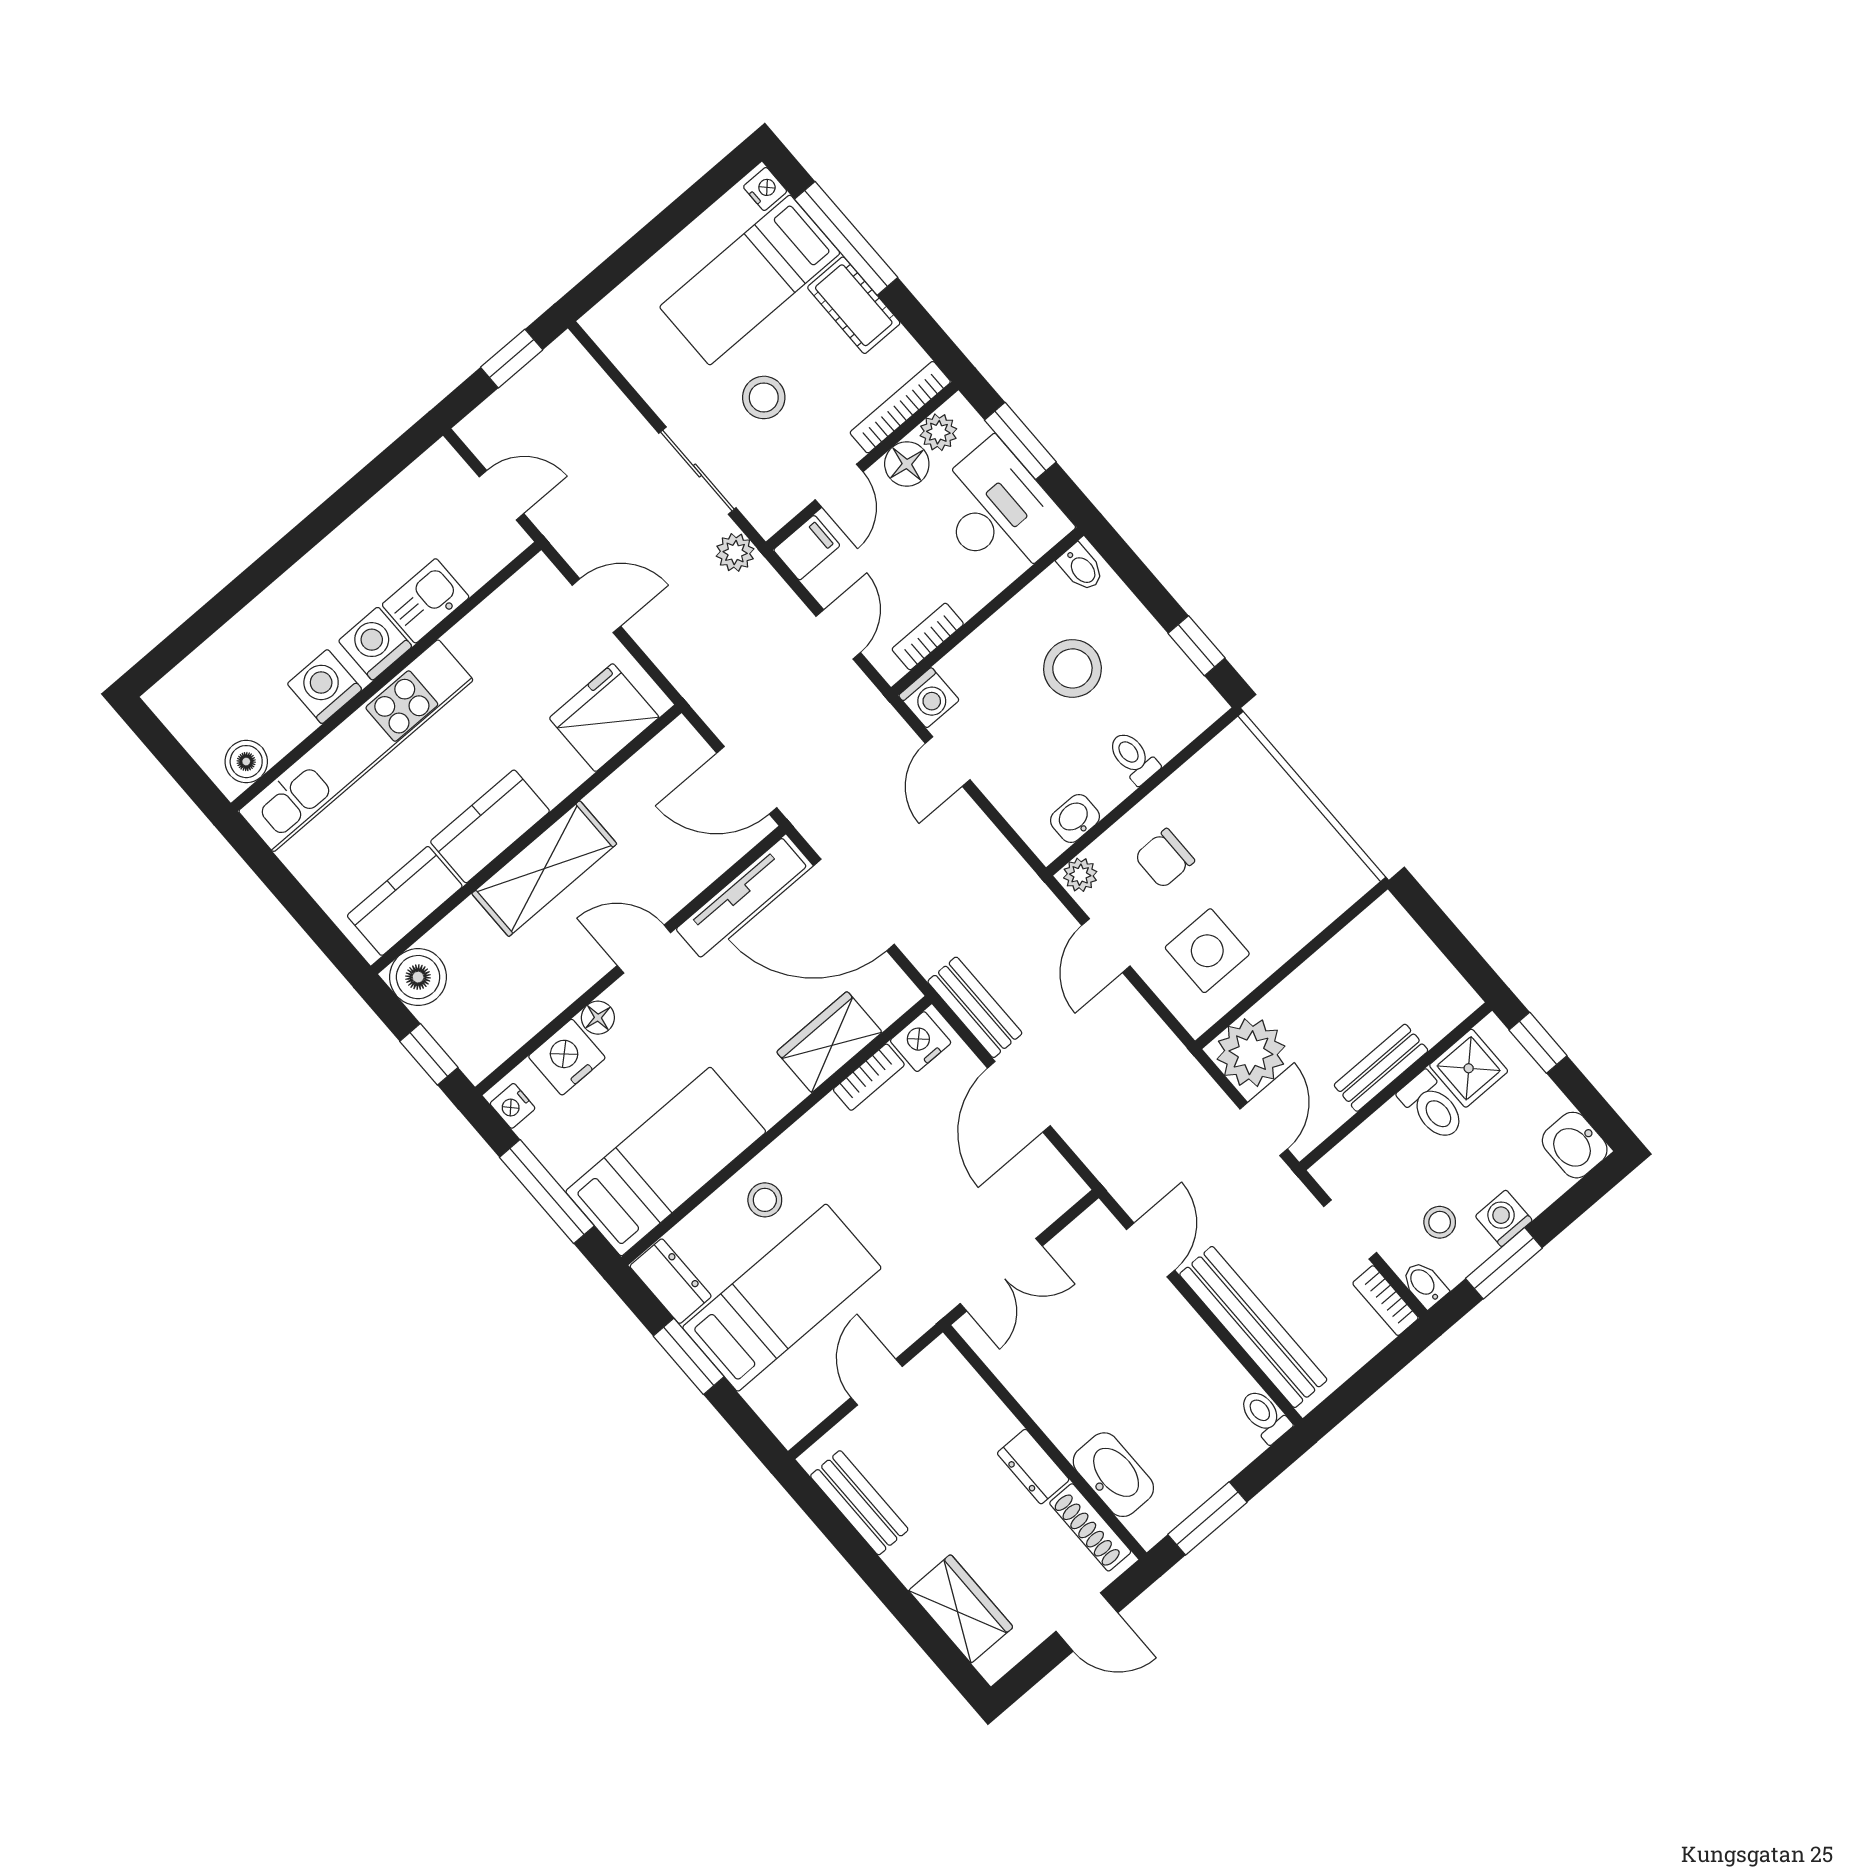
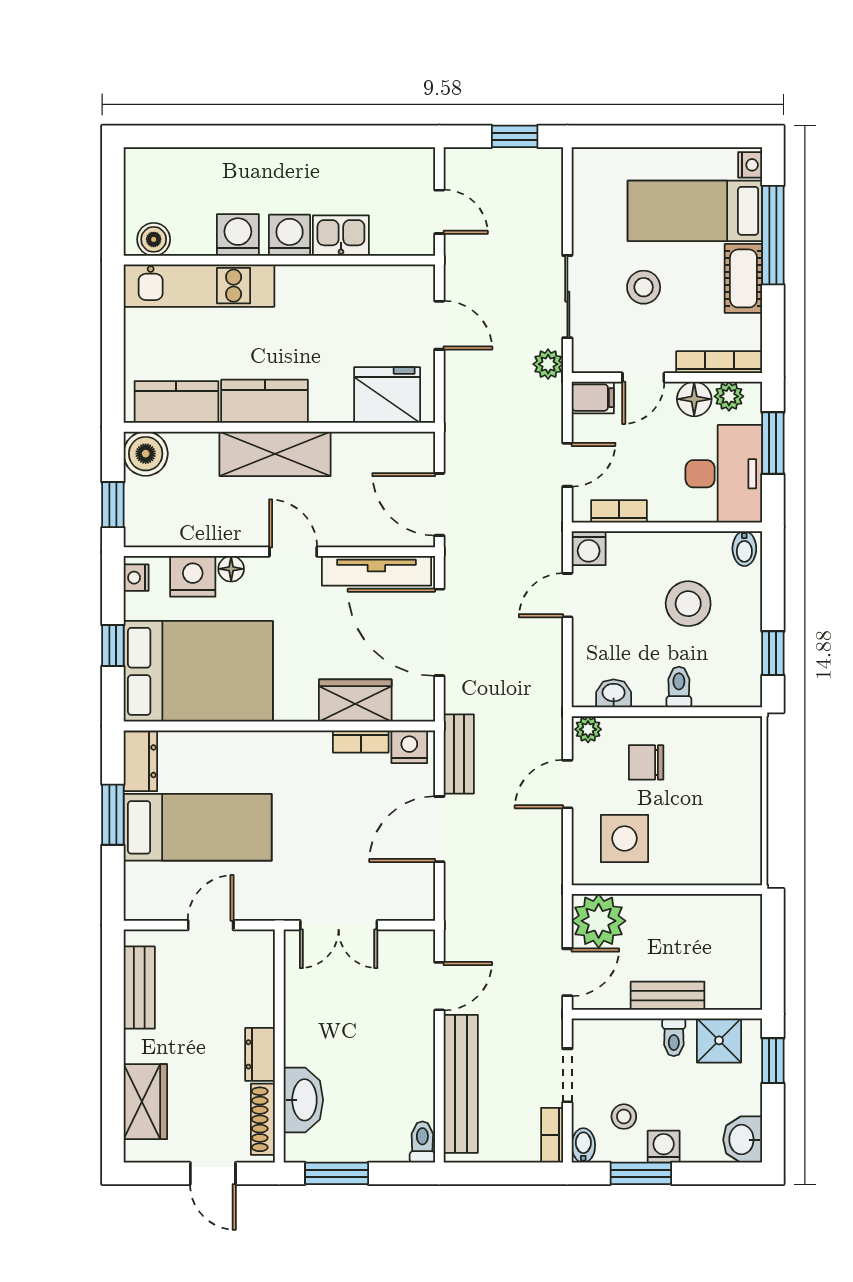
kitchen unit: (356, 746) -> (199, 286), width x0.73
toilet: (1432, 1107) -> (674, 1037), width x0.73, depth x0.72
bed: (666, 1162) -> (198, 671), width x1.50
window: (547, 1192) -> (113, 646), width x0.46
stool: (765, 1200) -> (237, 761), removed

